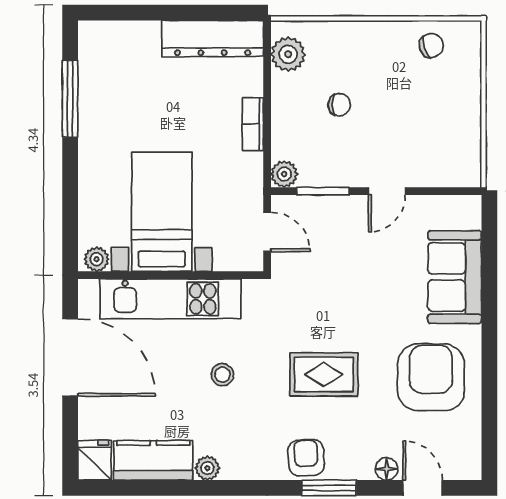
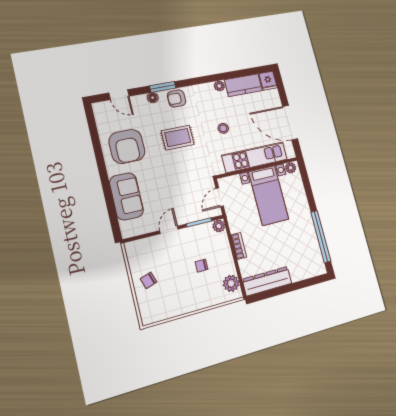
chair: (431, 46) -> (149, 280), moved
window: (70, 99) -> (321, 237), width x1.46
door: (267, 232) -> (220, 197), hinge flipped
armchair: (306, 458) -> (177, 98), turned 93
floor lamp: (387, 469) -> (153, 98), moved

